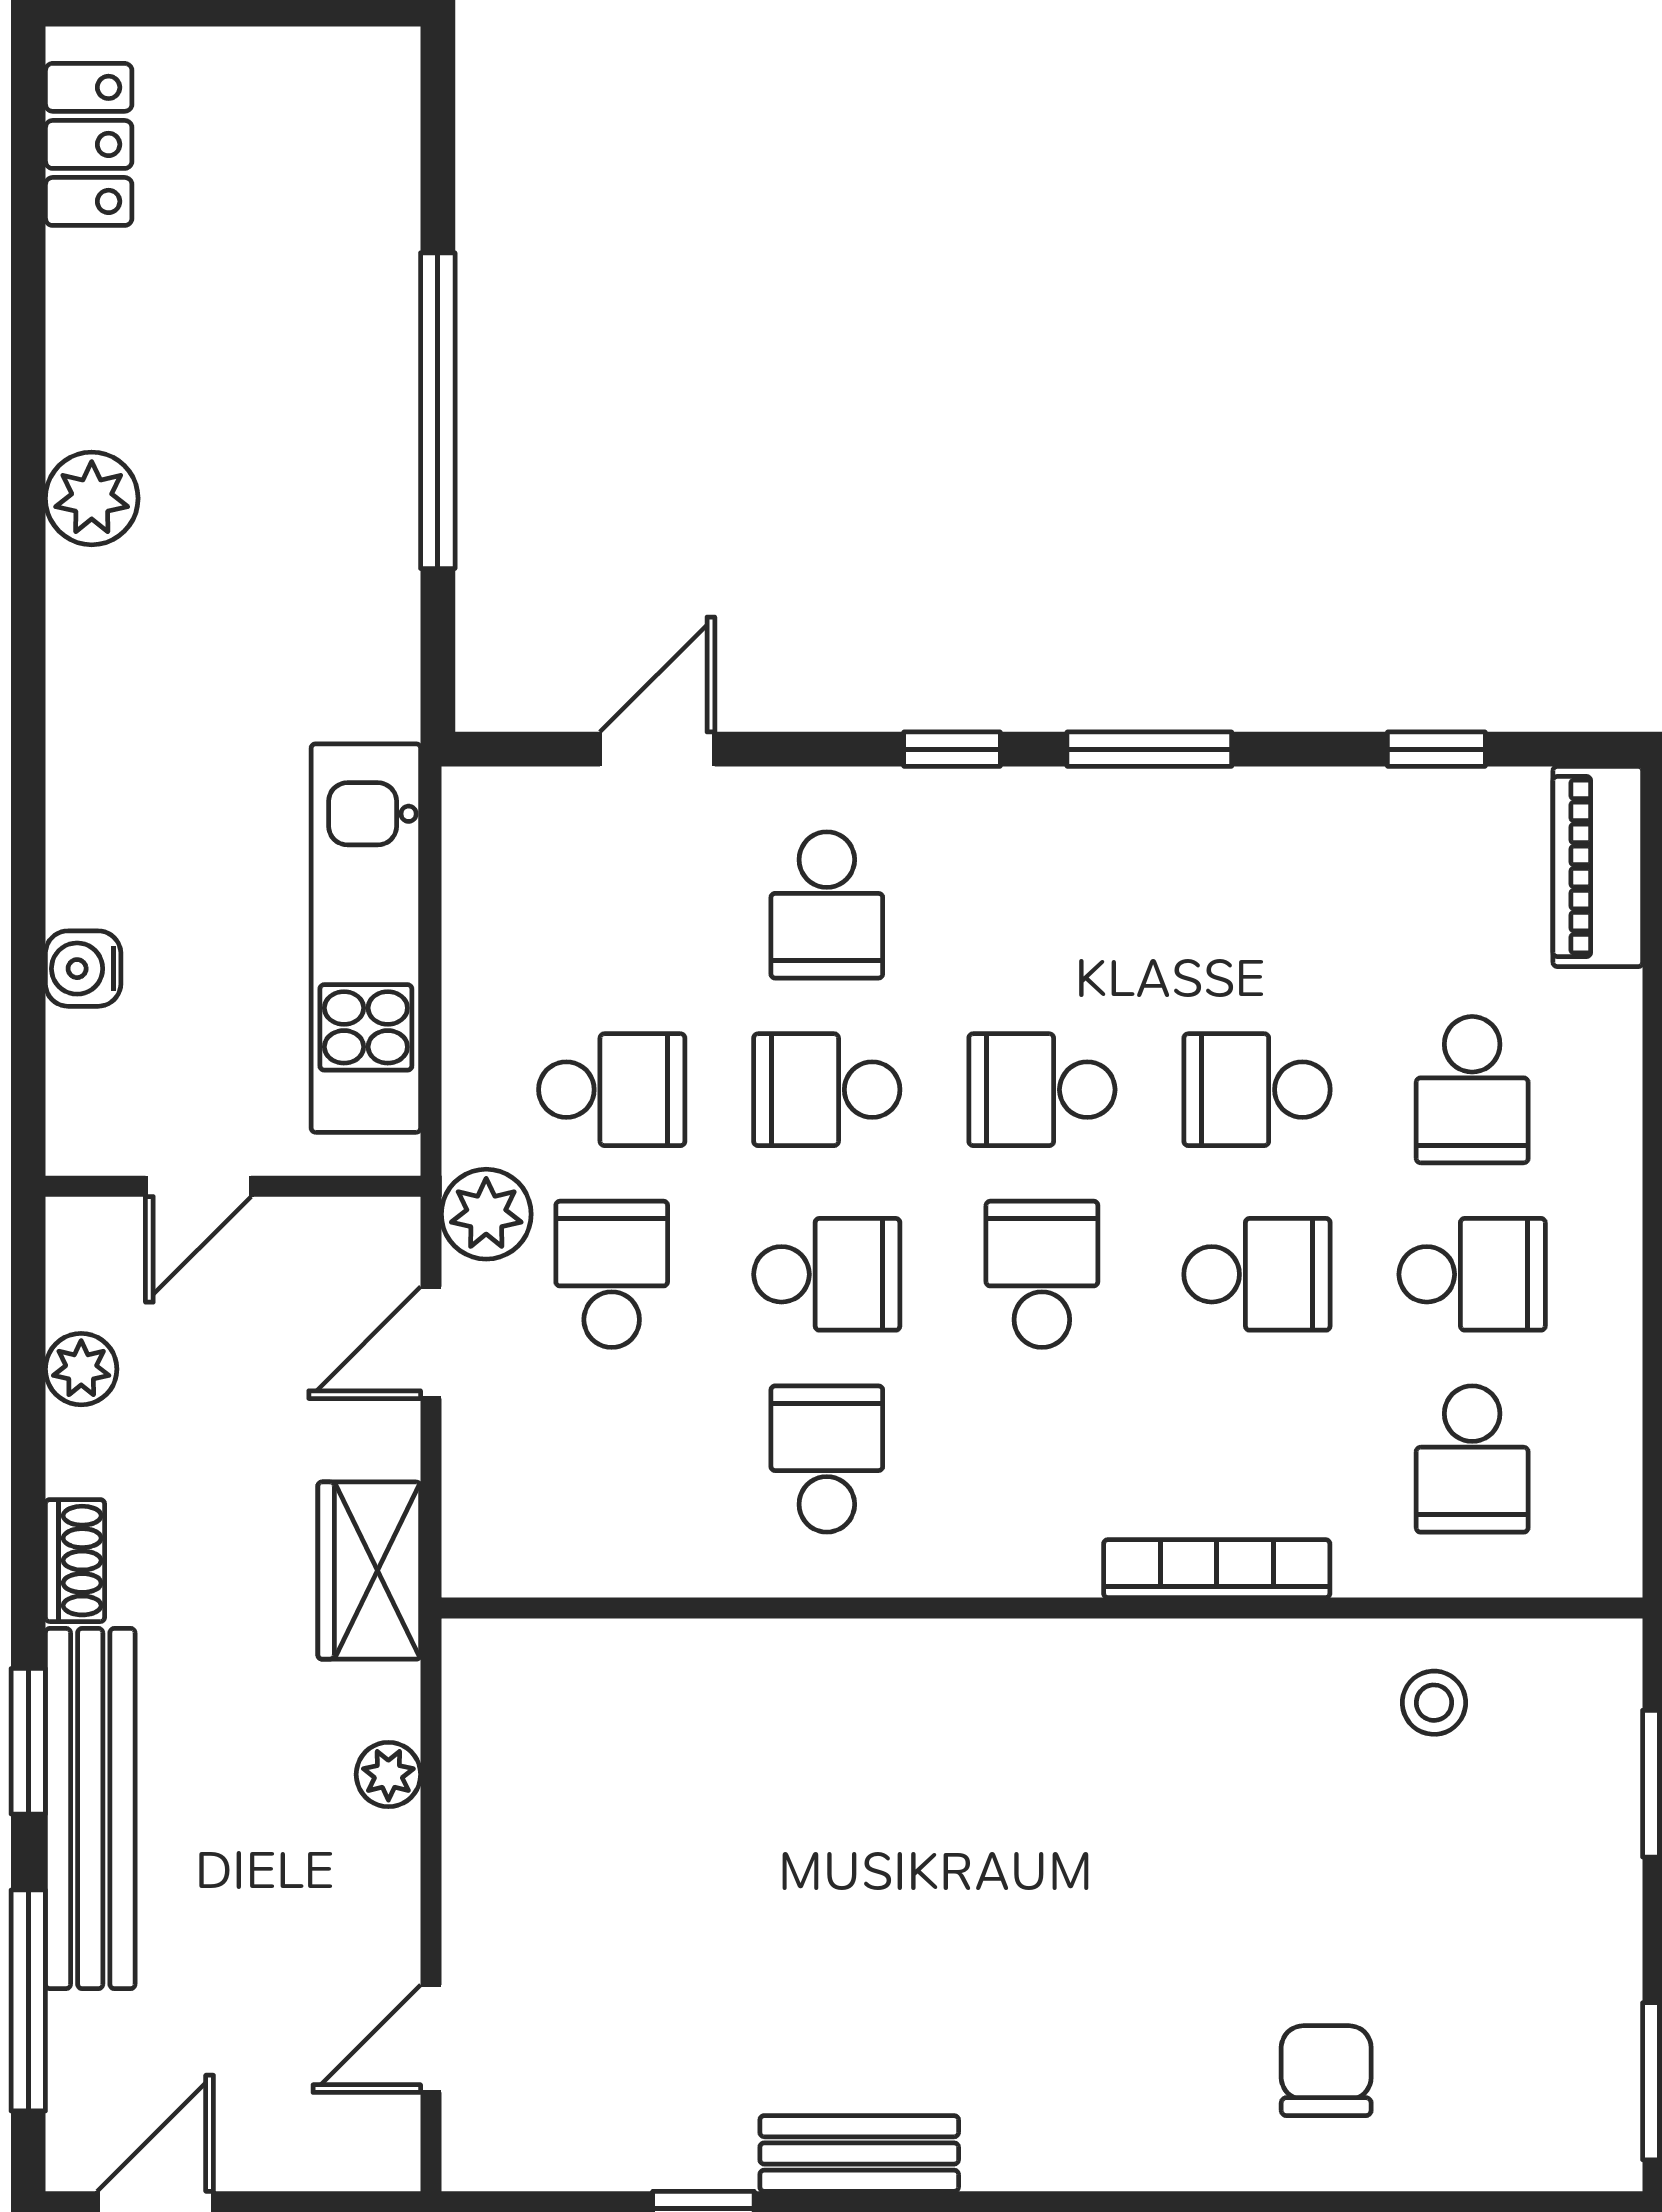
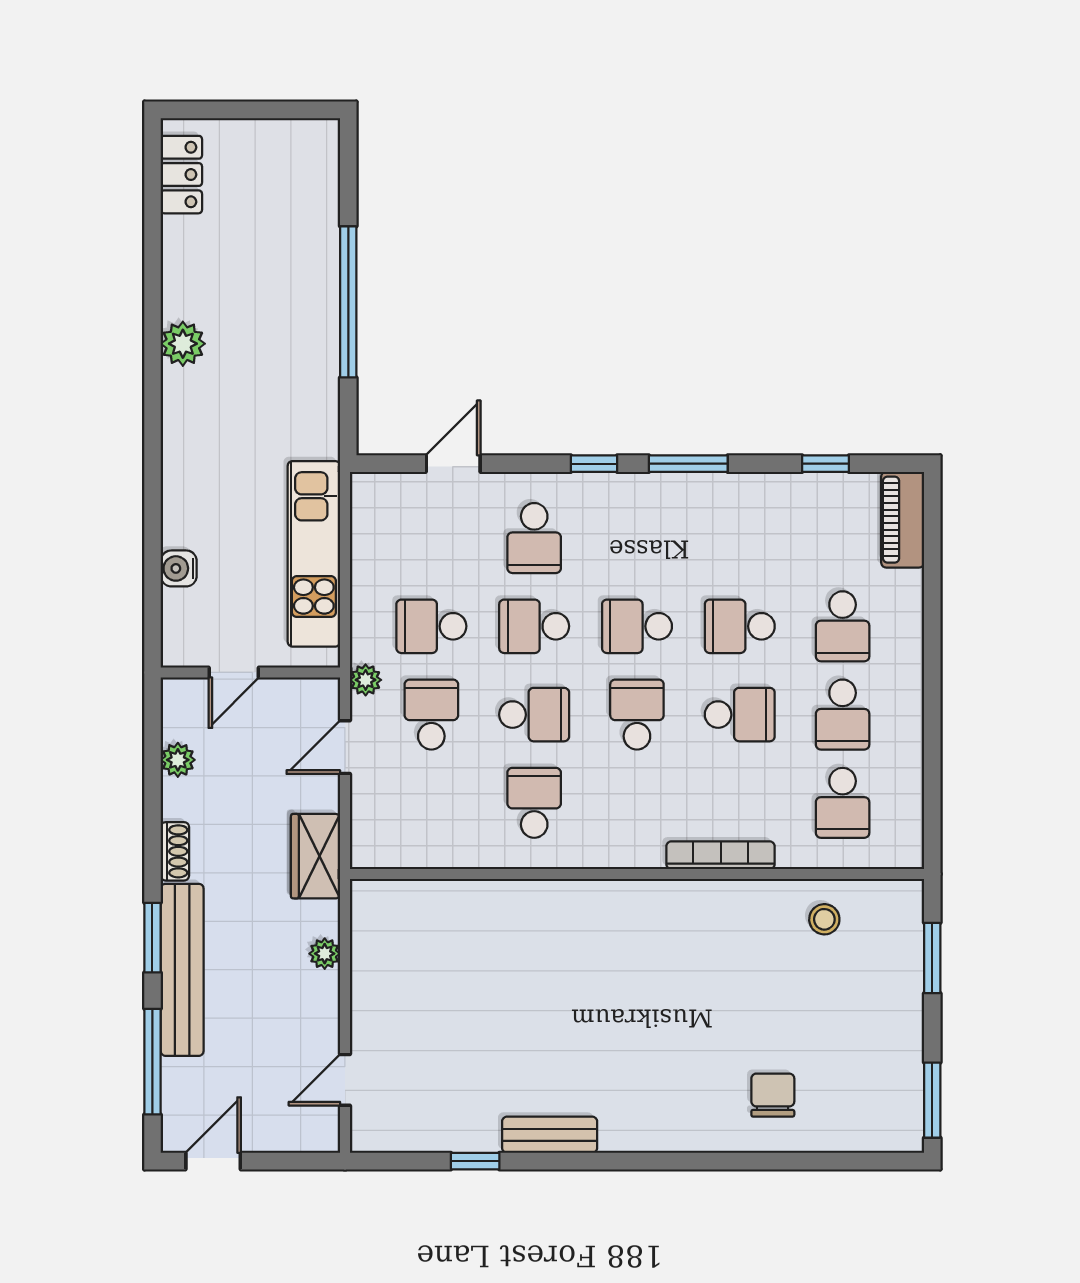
school desk: (612, 1090) -> (431, 626), turned 180
plant: (486, 1214) -> (366, 680), width x0.73, depth x0.73
school desk: (1472, 1274) -> (843, 715), turned 90

